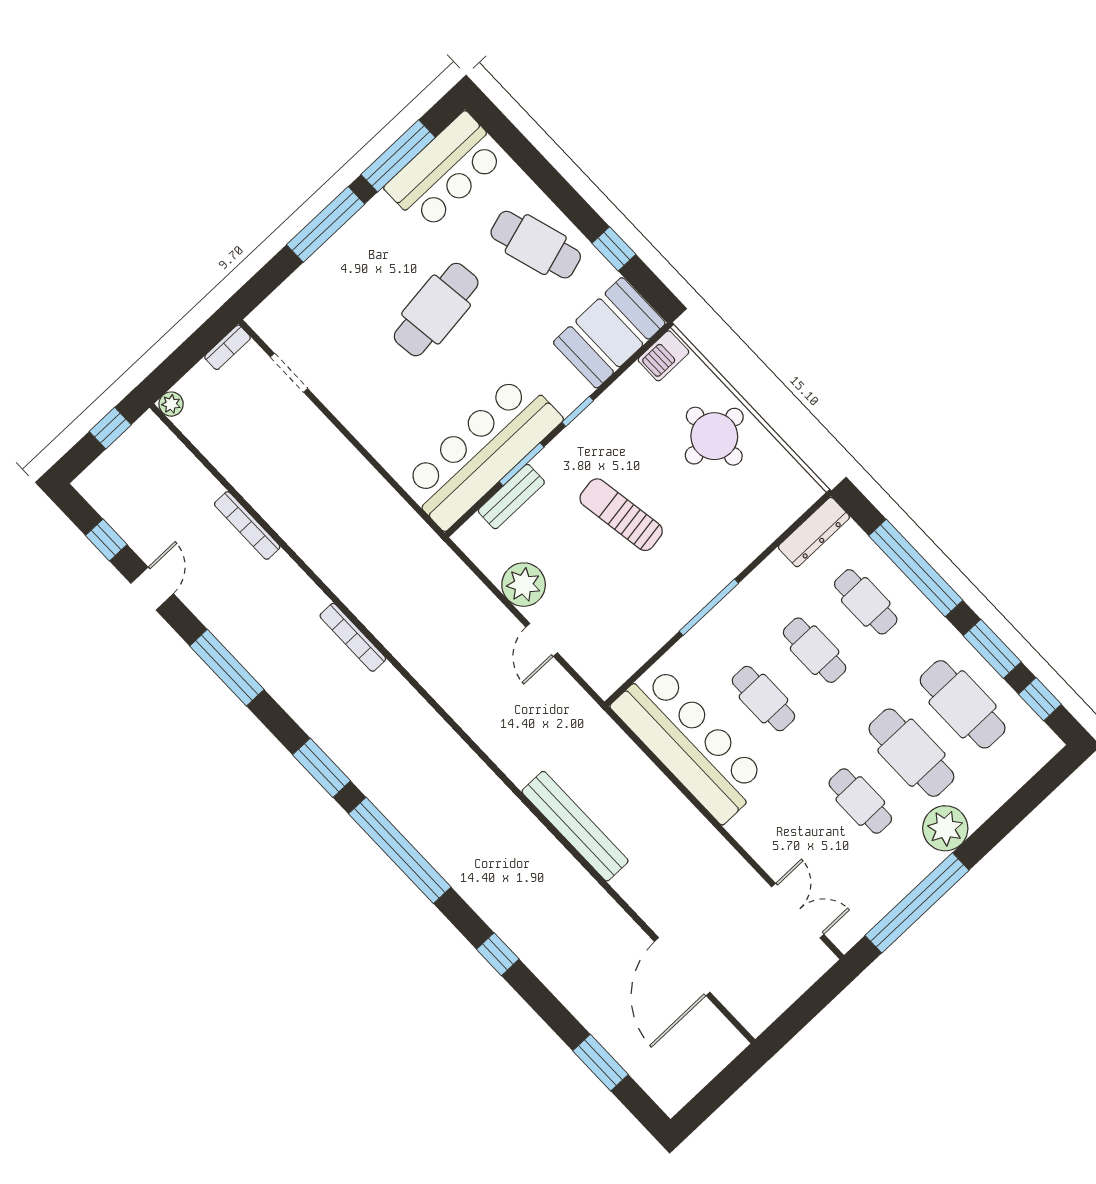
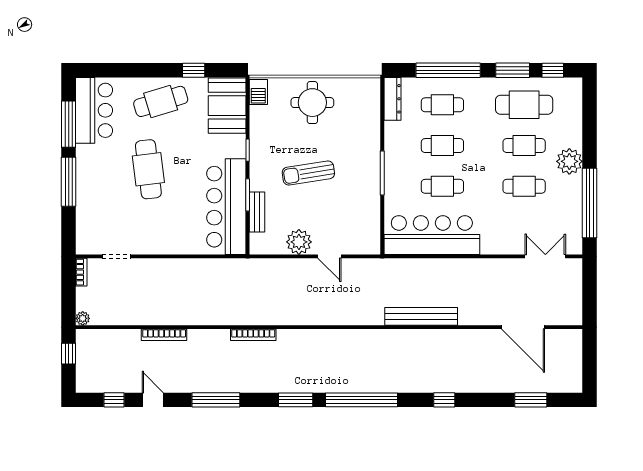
cafe table: (911, 753) -> (524, 146), width x0.73, depth x0.74

